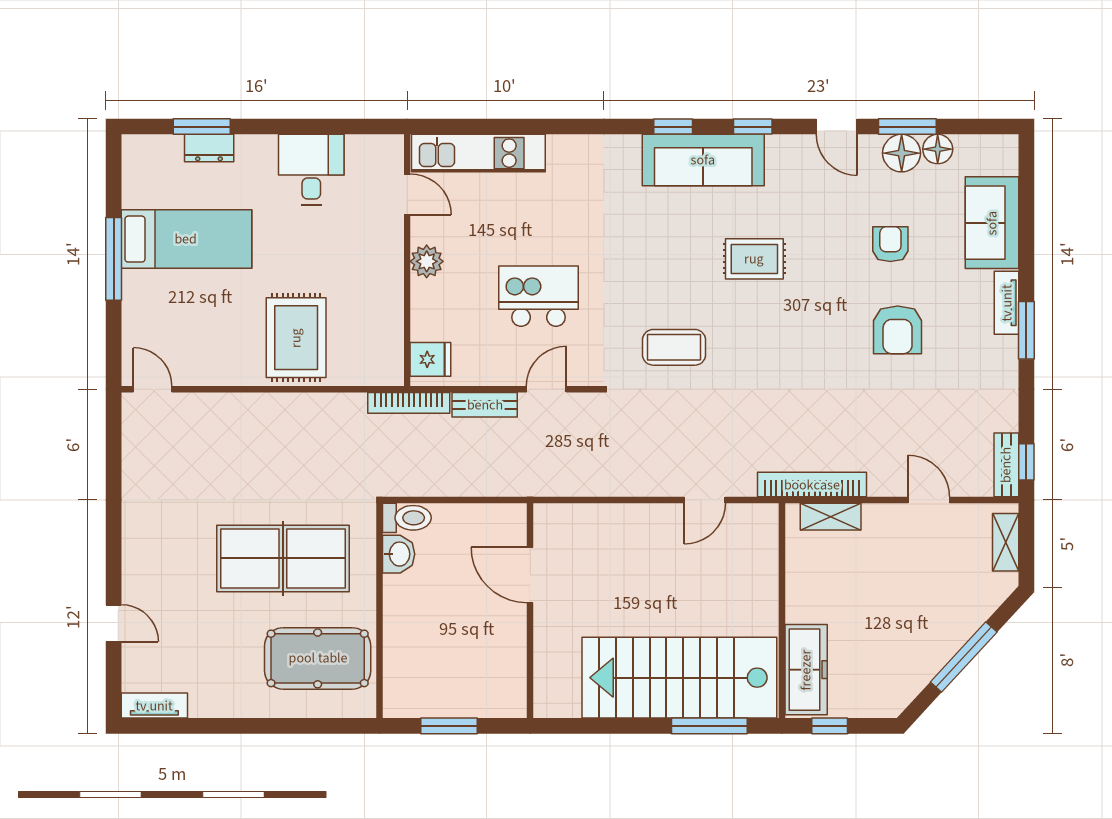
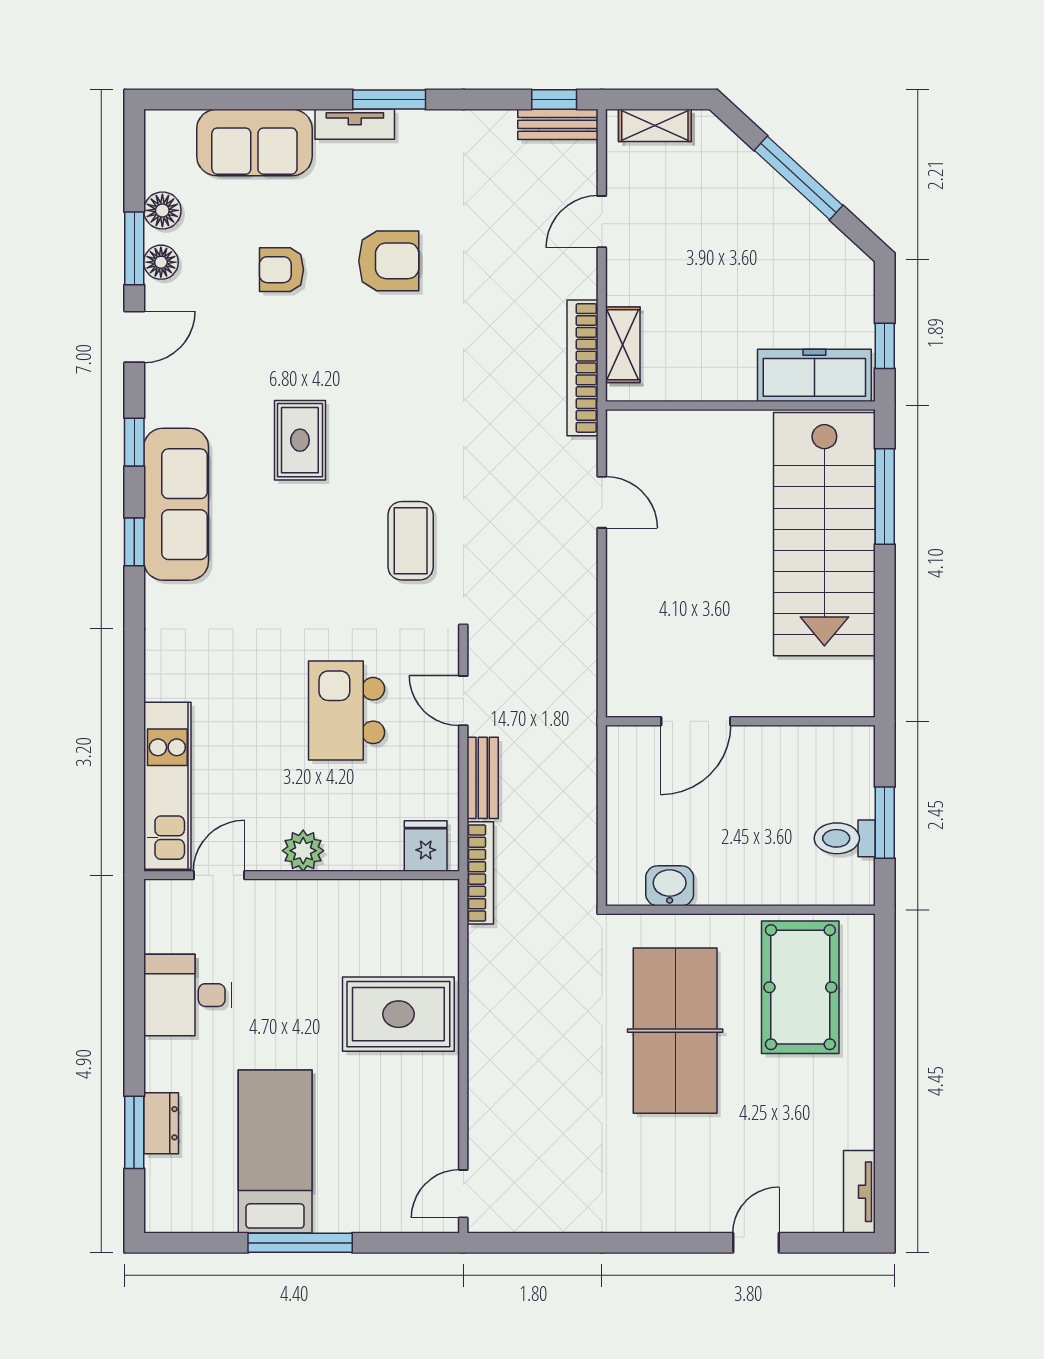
floor lamp: (902, 153) -> (161, 262), width x0.73, depth x0.73
toilet: (407, 518) -> (845, 838), moved, turned -90

